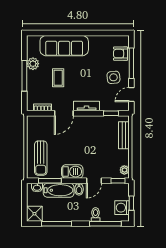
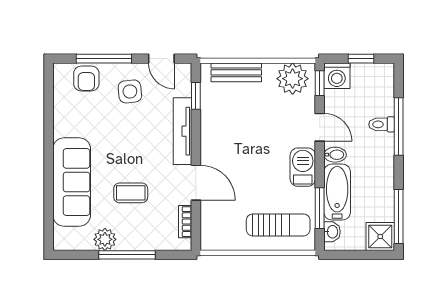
tv unit: (87, 106) -> (183, 131), width x1.41
plant: (124, 170) -> (293, 79), width x1.87, depth x1.87
washing machine: (122, 208) -> (337, 76), moved
window: (57, 224) -> (399, 217), moved
window: (105, 224) -> (399, 126), moved

